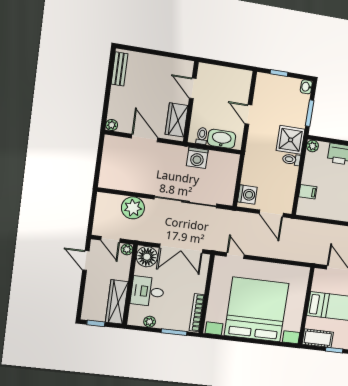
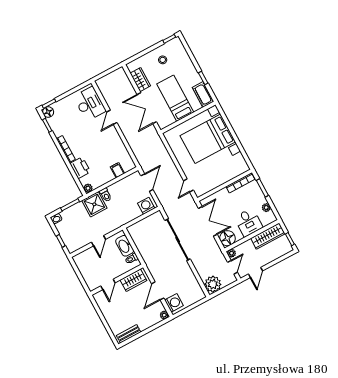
washing machine: (197, 158) -> (174, 303), moved
plant: (133, 208) -> (213, 284), moved
bed with nightstands: (257, 309) -> (208, 139), width x0.73

